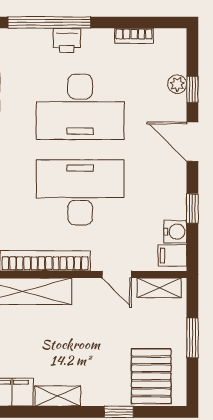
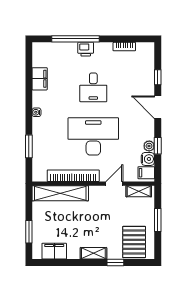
plant: (177, 84) -> (149, 146), moved
desk: (80, 107) -> (93, 87), width x0.53, depth x0.77
door: (117, 274) -> (114, 184), swing flipped
shelving: (58, 396) -> (93, 253), moved

